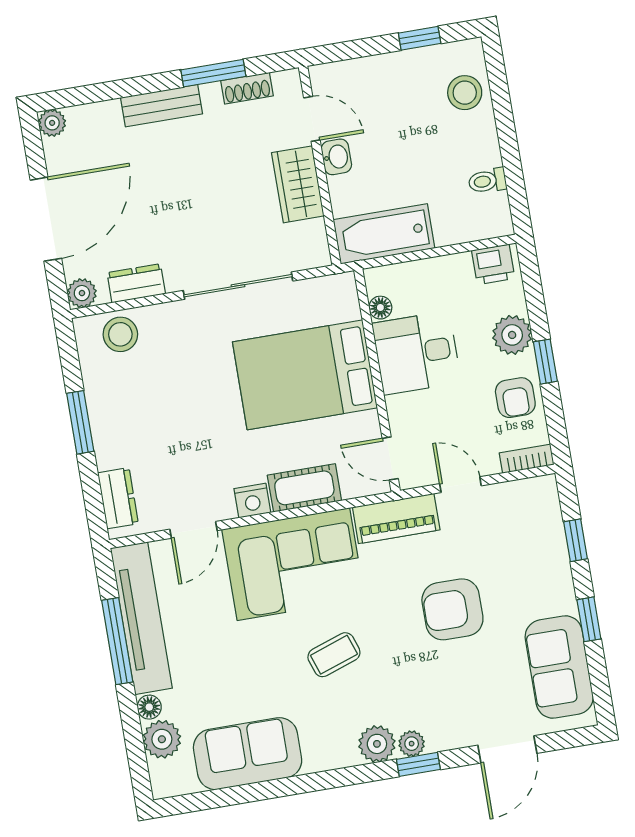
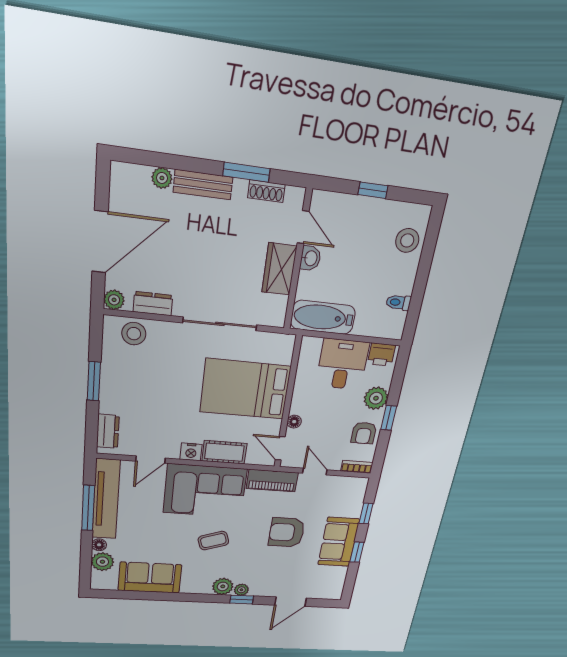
window: (420, 38) -> (373, 190), moved
plant: (52, 123) -> (162, 178), moved
floor lamp: (380, 308) -> (294, 422), moved
desk: (416, 353) -> (342, 364), moved, turned 90
sofa: (559, 667) -> (339, 542), moved

